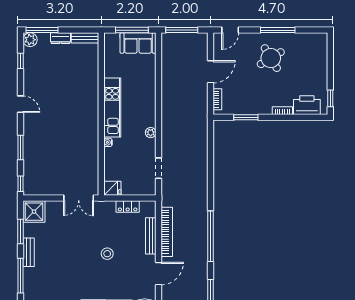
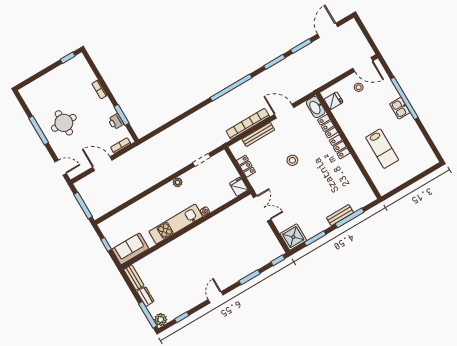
window: (132, 30) -> (106, 244), width x0.46
sofa: (138, 43) -> (130, 249), moved, turned -90
round table: (271, 58) -> (64, 123), turned 31
printer: (307, 105) -> (116, 122), moved, width x0.53, depth x0.68
bench: (29, 252) -> (340, 215), moved

